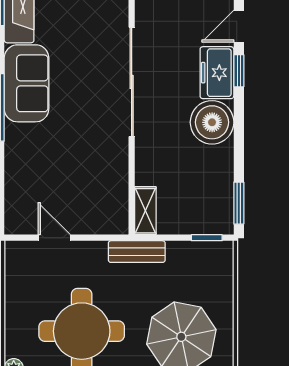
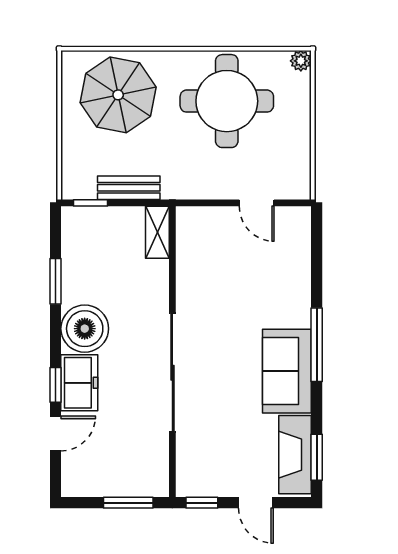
window: (239, 203) -> (56, 281), moved
bench: (137, 252) -> (129, 188), moved

